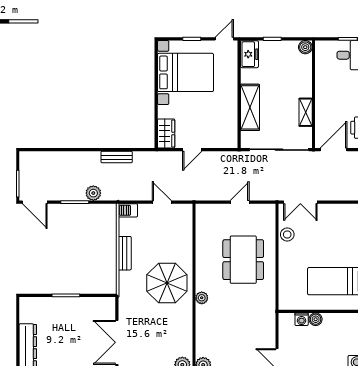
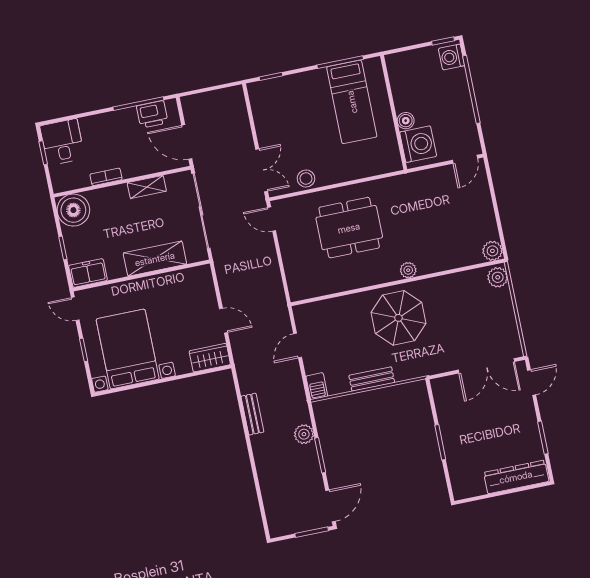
boiler: (305, 47) -> (73, 210), width x1.86, depth x1.86
bookcase: (320, 83) -> (106, 177), added
door: (240, 202) -> (272, 219), moved
washing machine: (302, 319) -> (418, 144), width x1.89, depth x1.89

